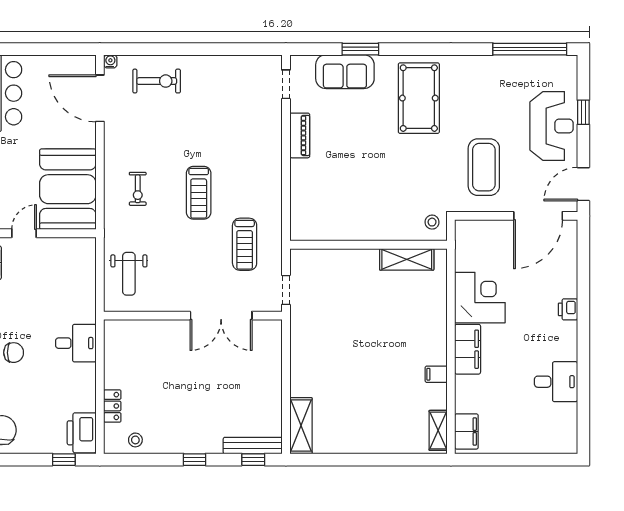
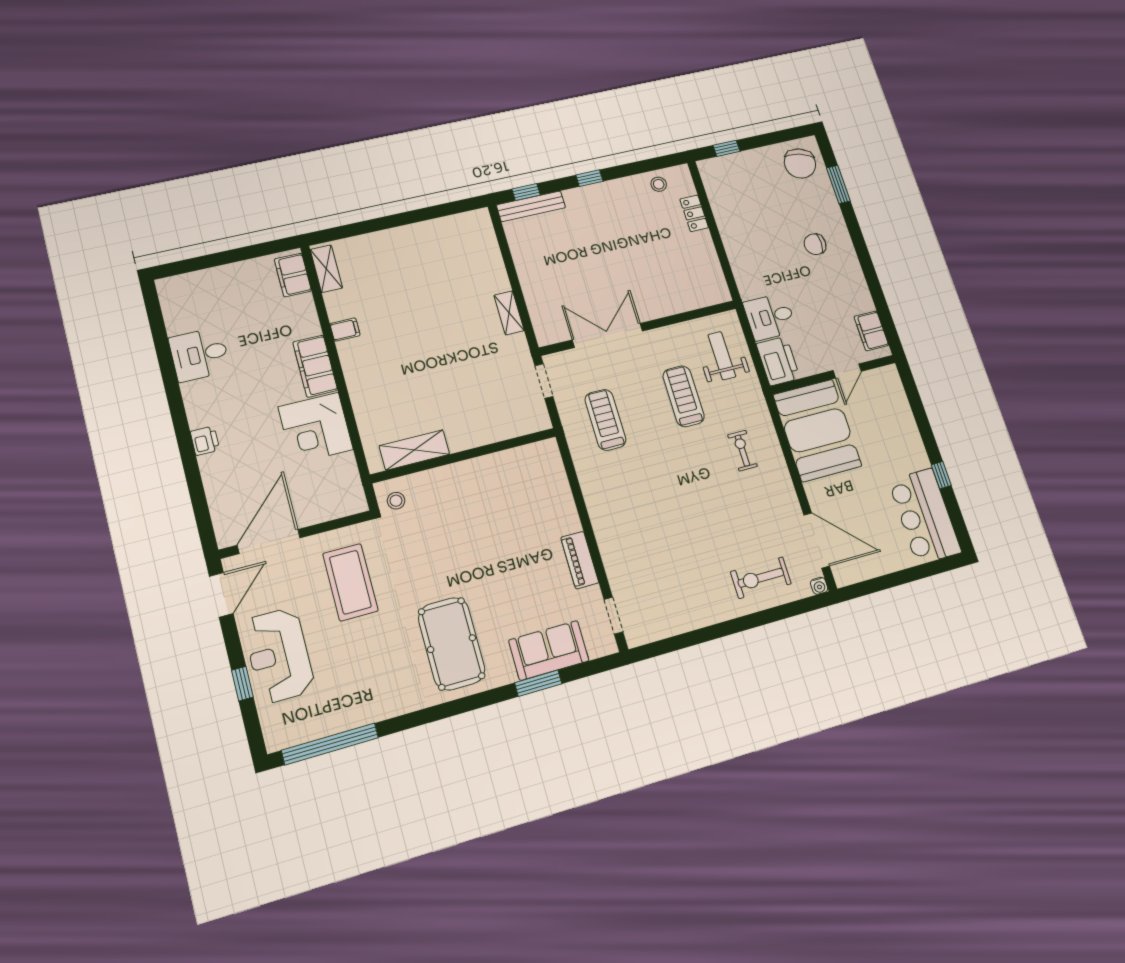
treadmill: (199, 193) -> (684, 396), moved
desk: (76, 343) -> (770, 317), moved
shelving: (301, 426) -> (509, 313), moved, width x0.67, depth x0.75
printer: (82, 433) -> (778, 361), moved

